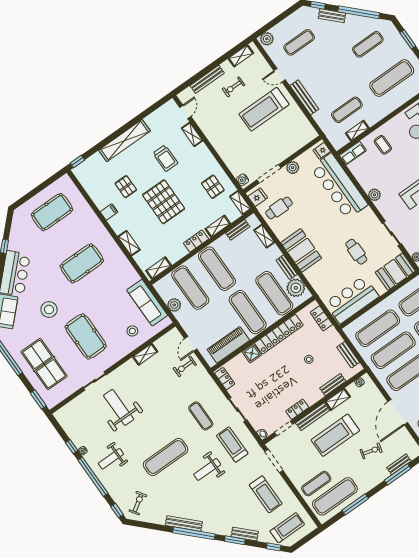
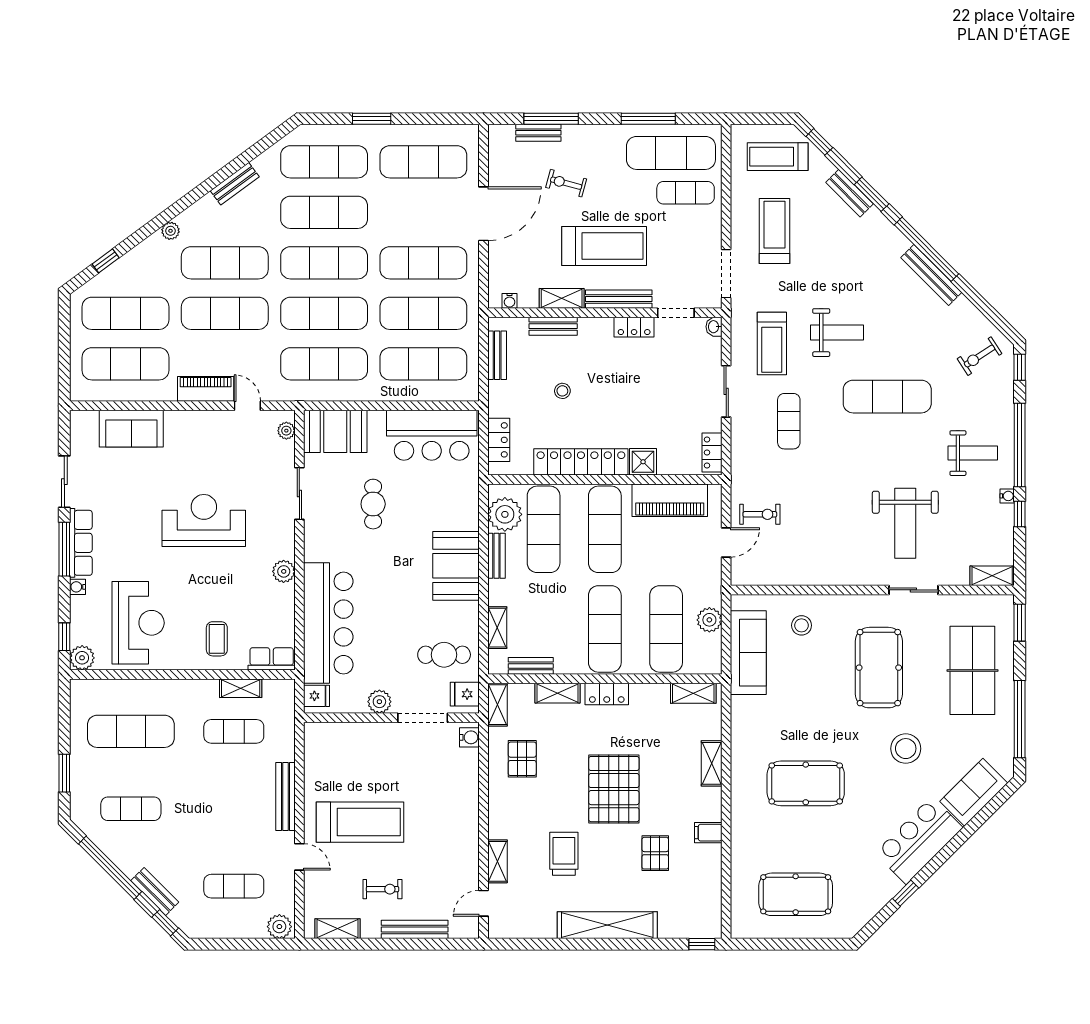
shelving: (145, 354) -> (992, 576), moved

